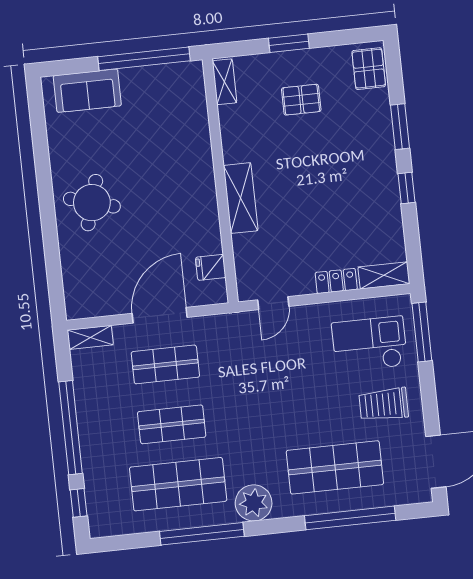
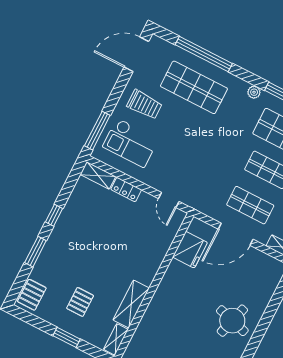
pallet: (301, 100) -> (80, 302), turned 90
shelving: (241, 198) -> (131, 304), moved
fridge: (211, 267) -> (190, 250), width x1.88, depth x1.34
door: (273, 303) -> (169, 200), swing flipped
plant: (254, 503) -> (254, 92), width x0.53, depth x0.53

